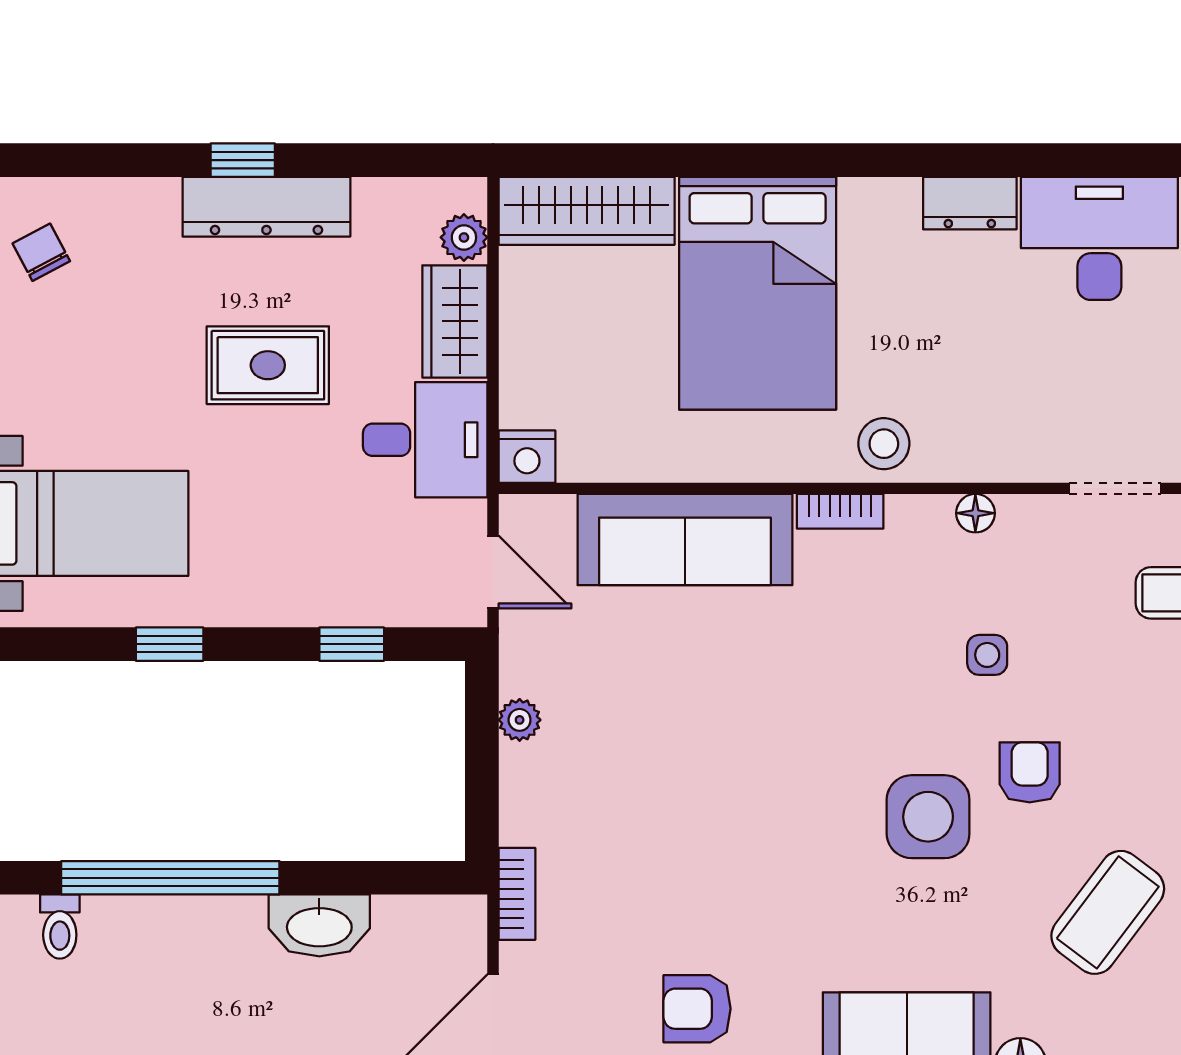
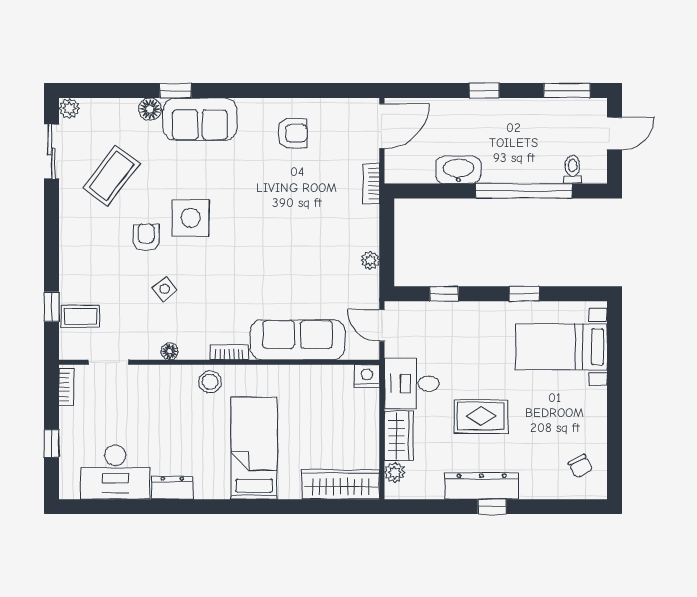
bed: (758, 293) -> (254, 448), width x0.67
side table: (987, 655) -> (165, 289), turned -38
armchair: (1030, 772) -> (146, 237), turned 180

